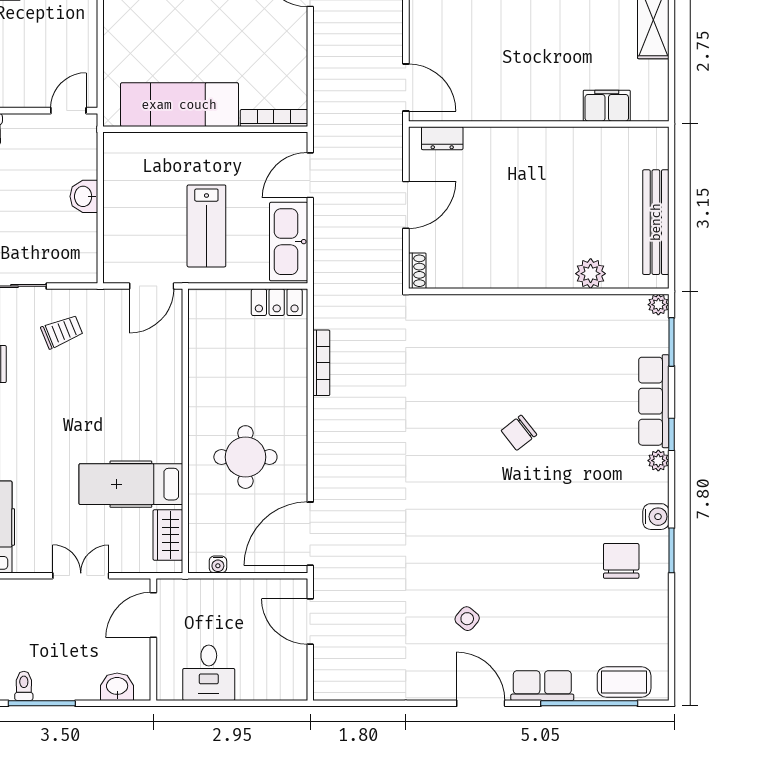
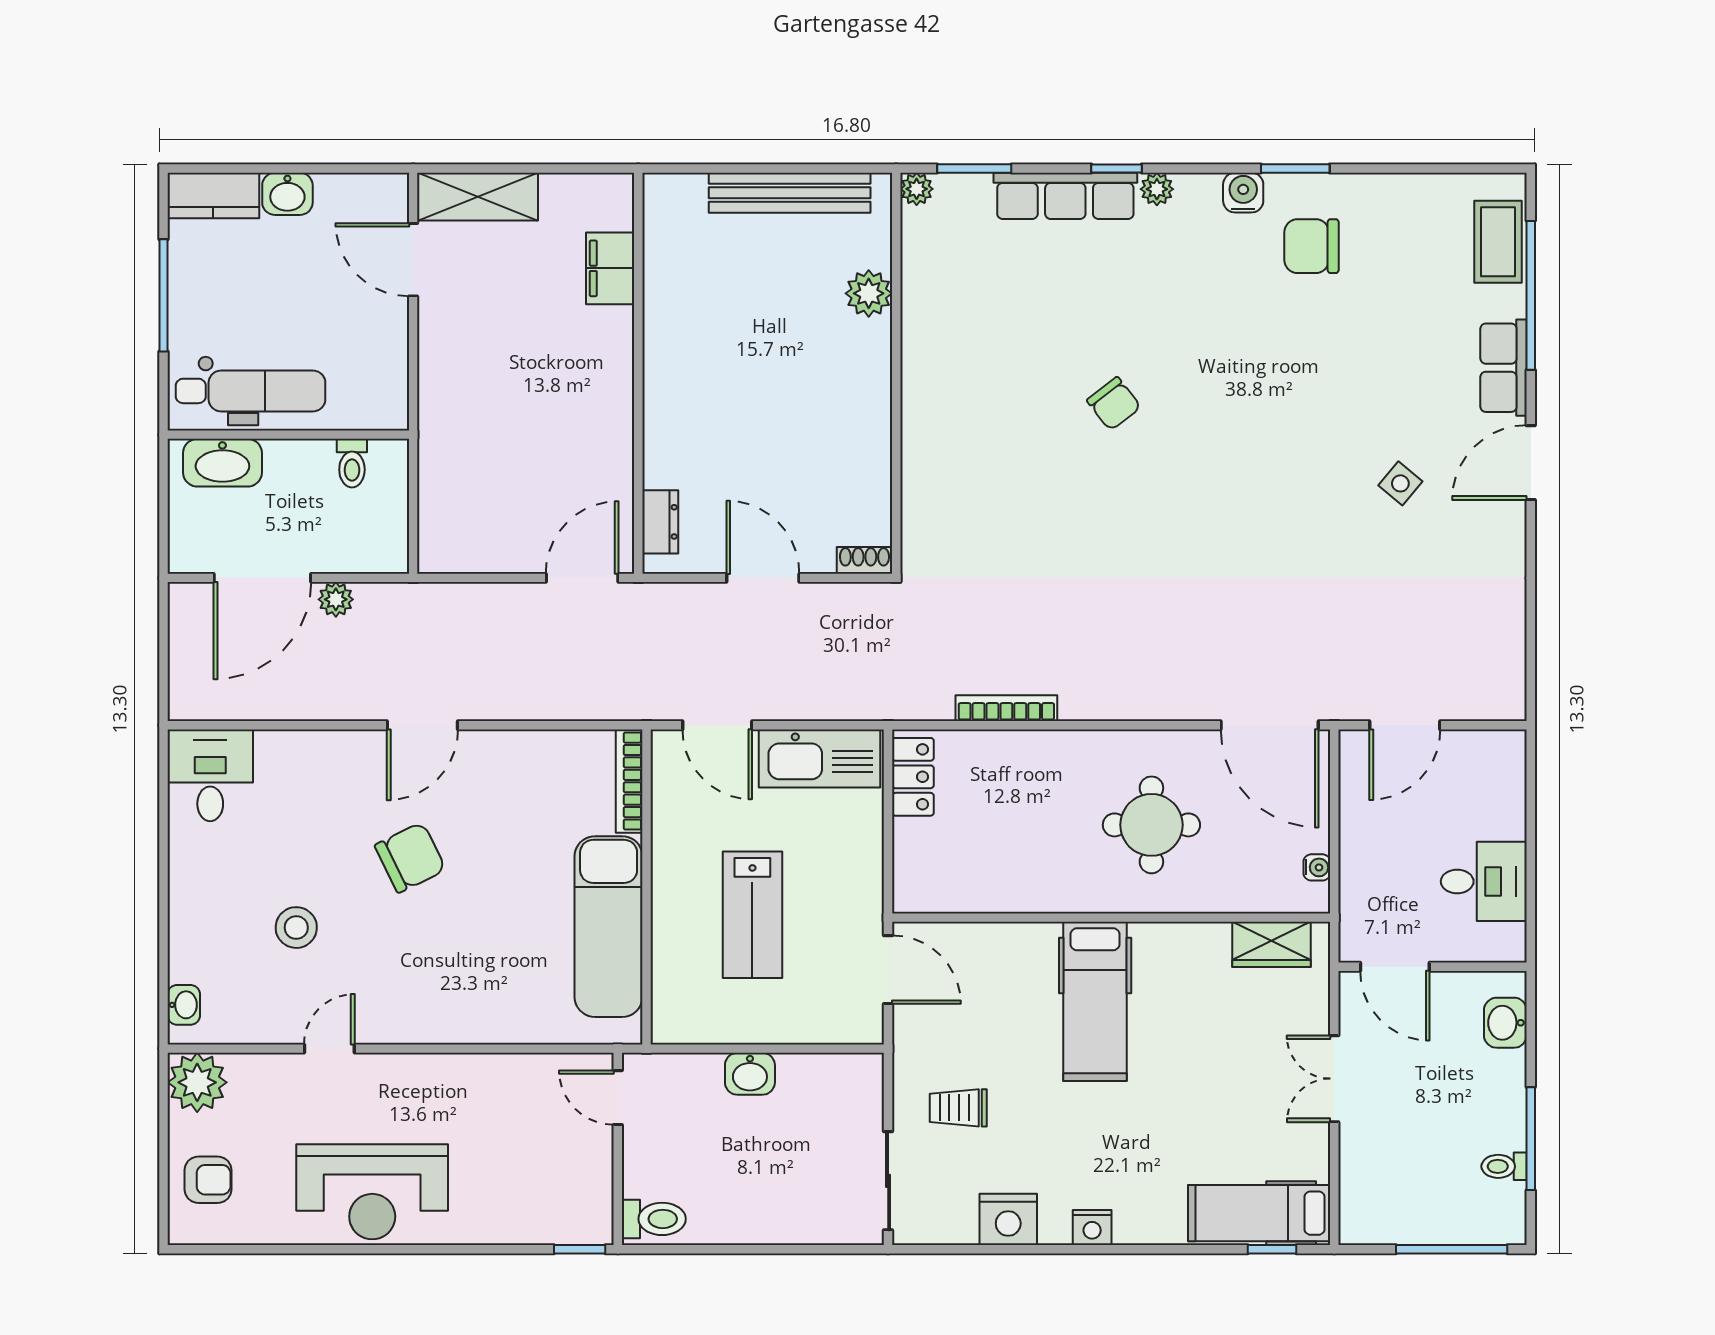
lab bench: (206, 226) -> (752, 915), moved, turned 90
trolley: (62, 332) -> (958, 1108), turned -68
hospital bed: (131, 484) -> (1095, 1001), moved

